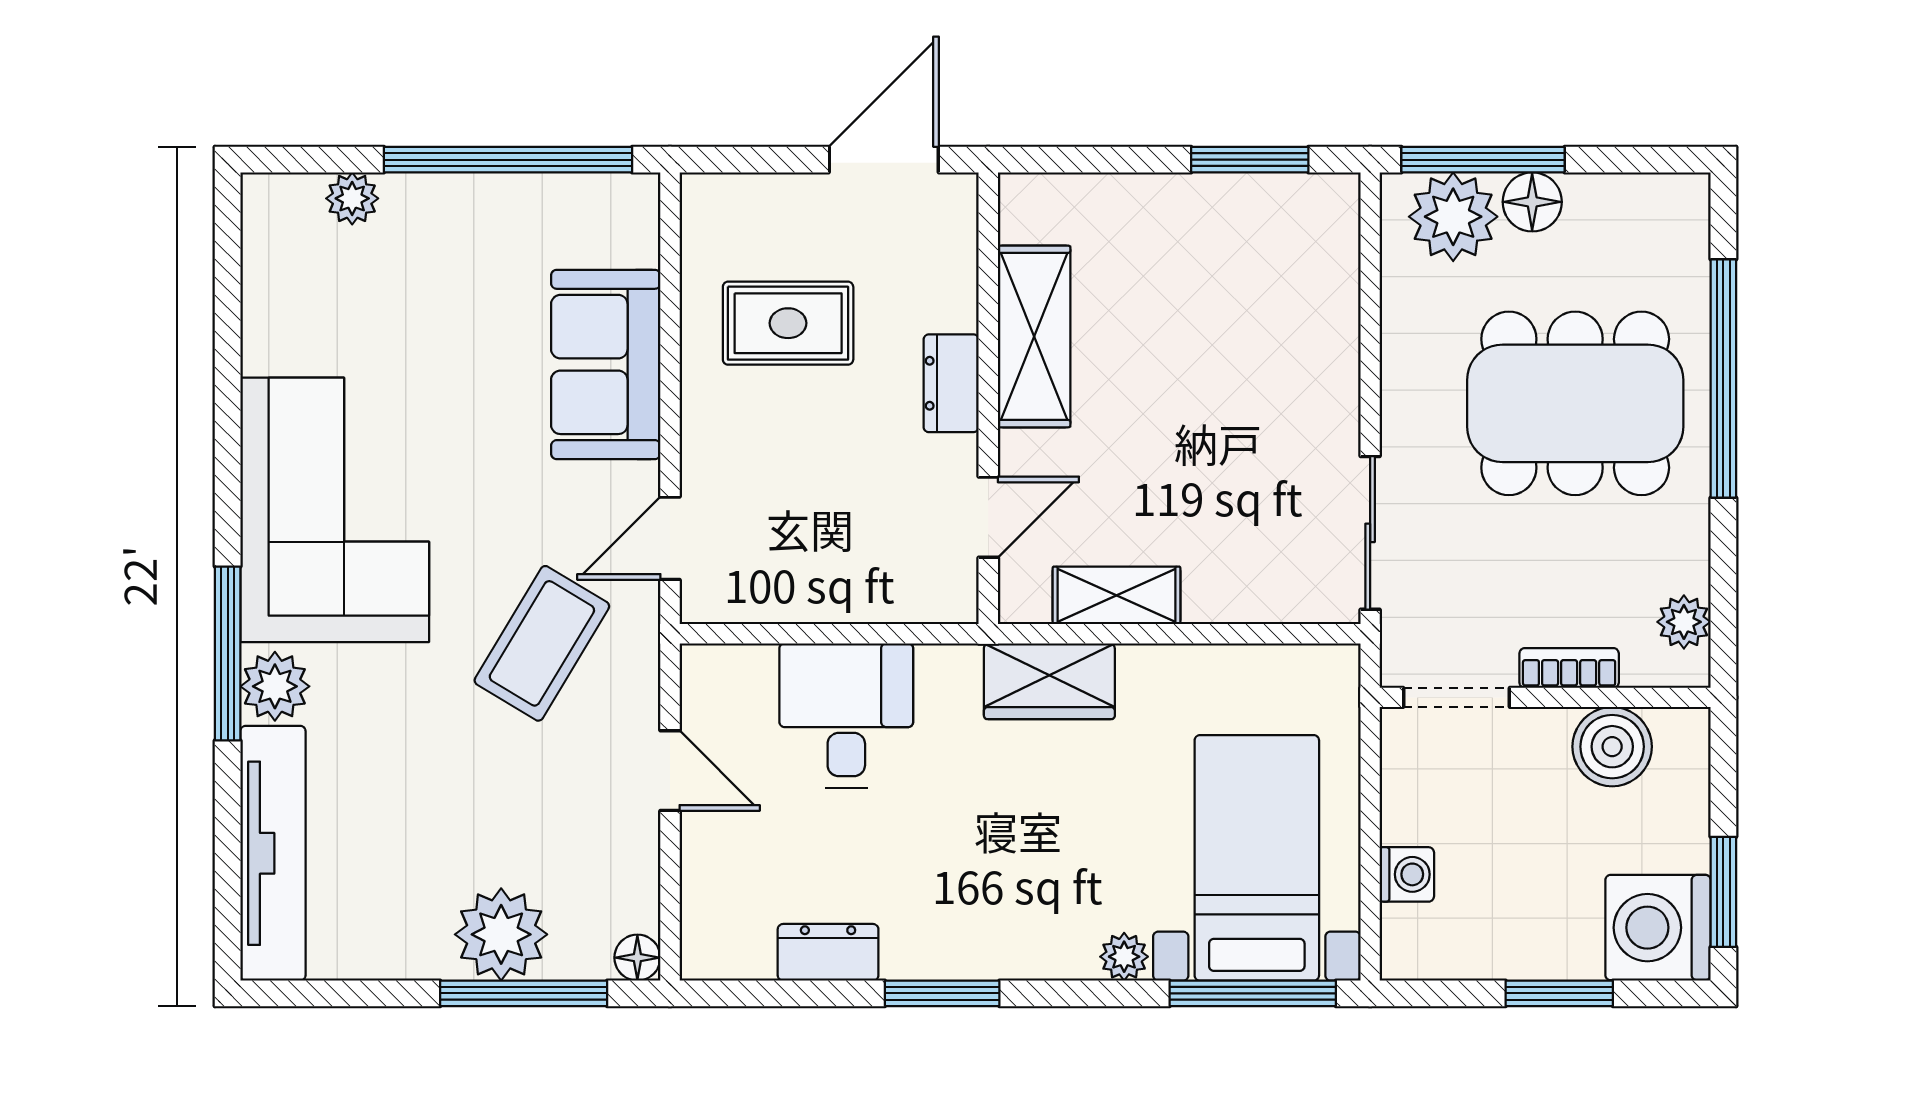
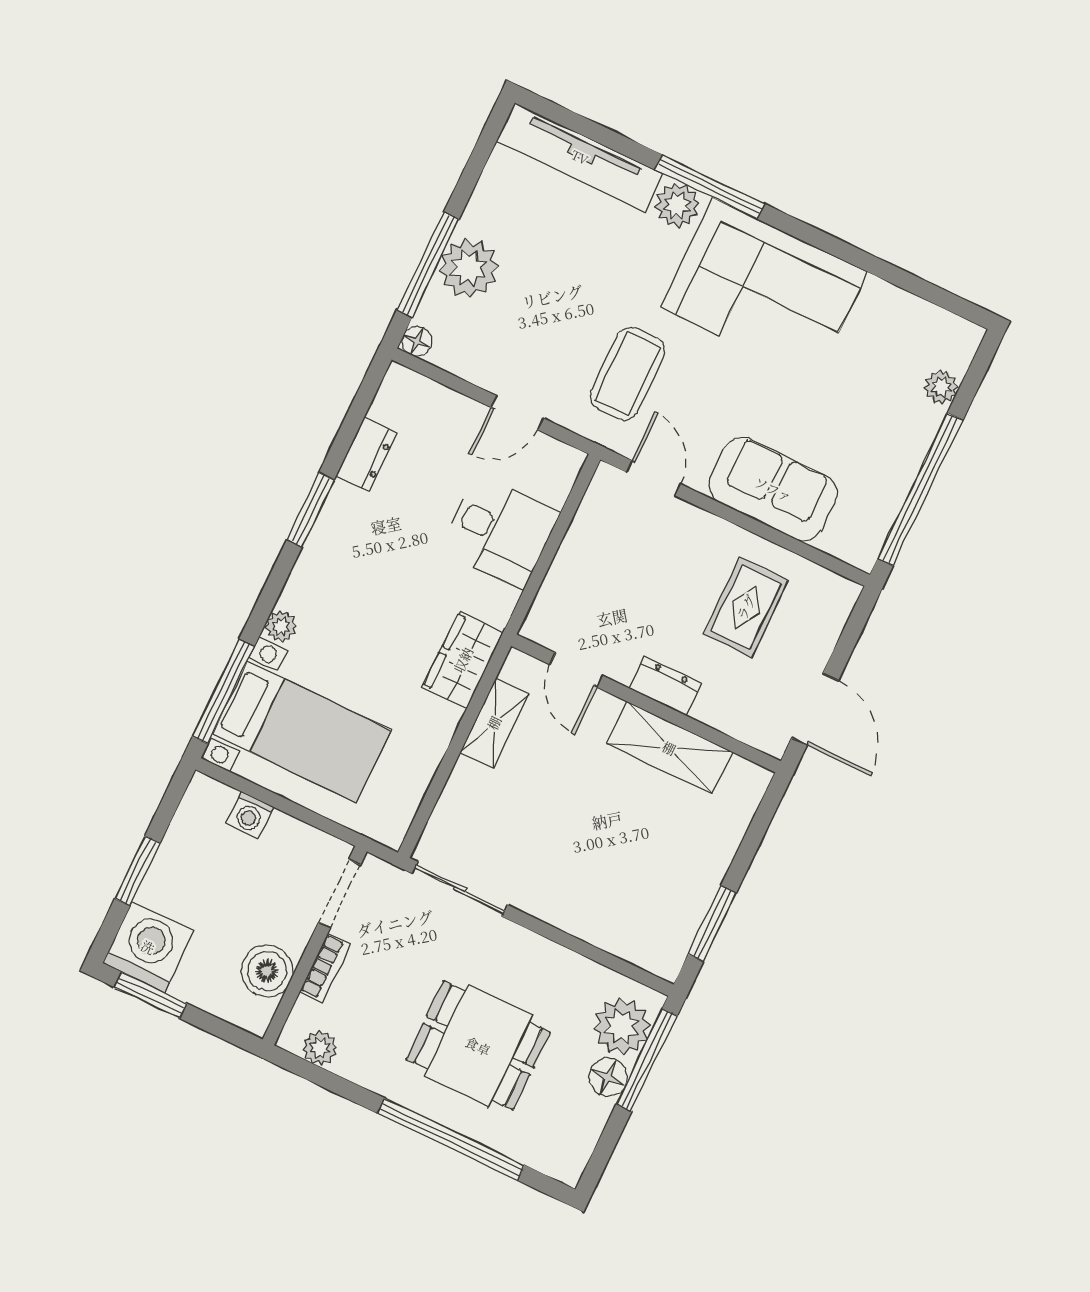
dining table: (1575, 403) -> (478, 1046), width x0.73
coffee table: (542, 643) -> (628, 374), turned 59

